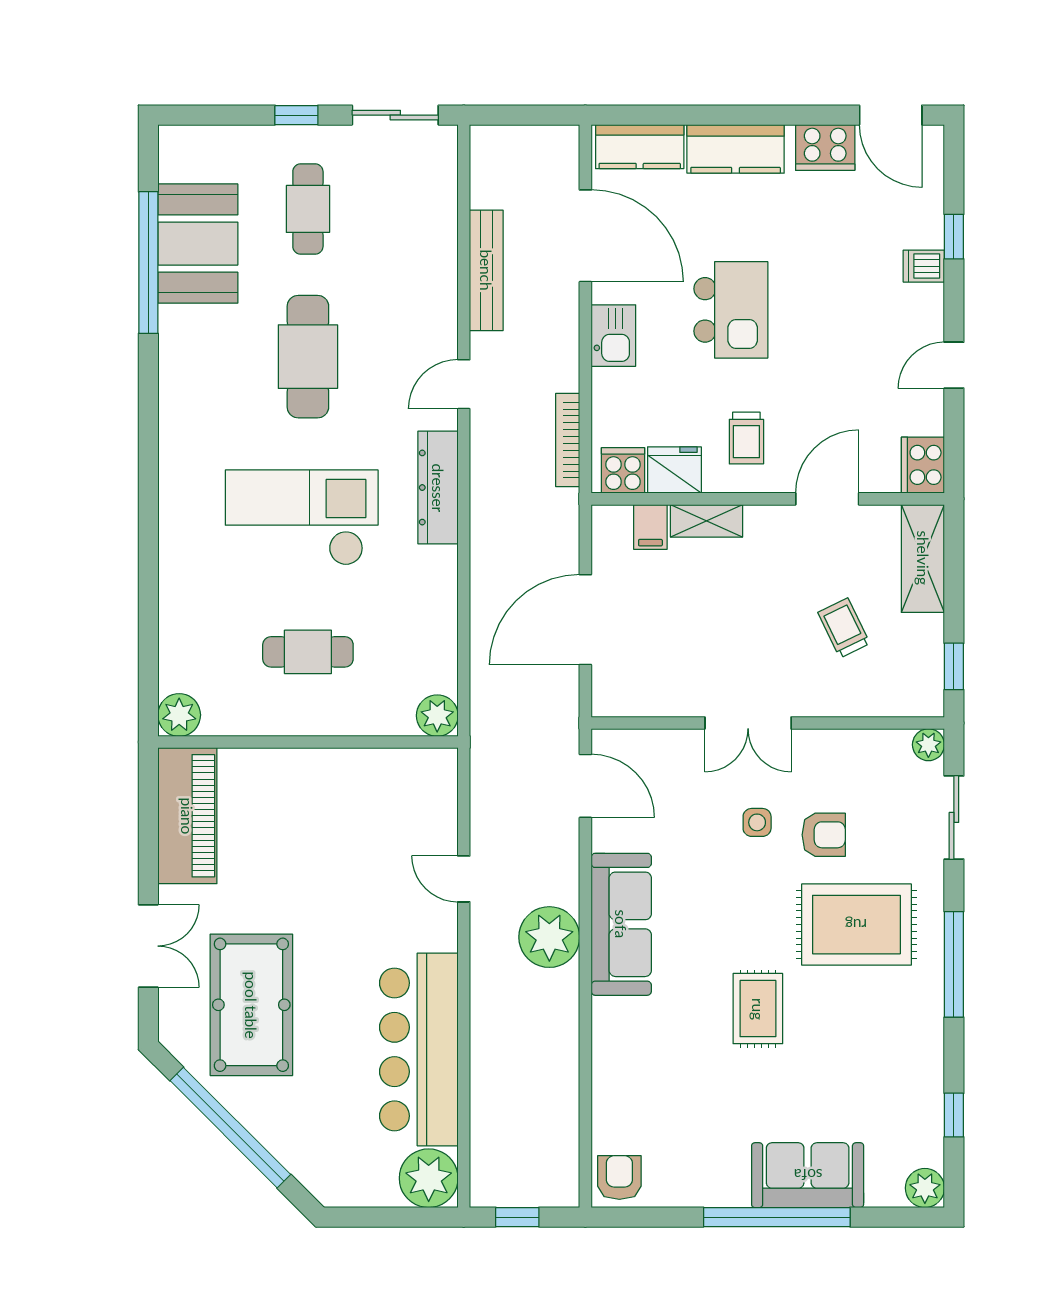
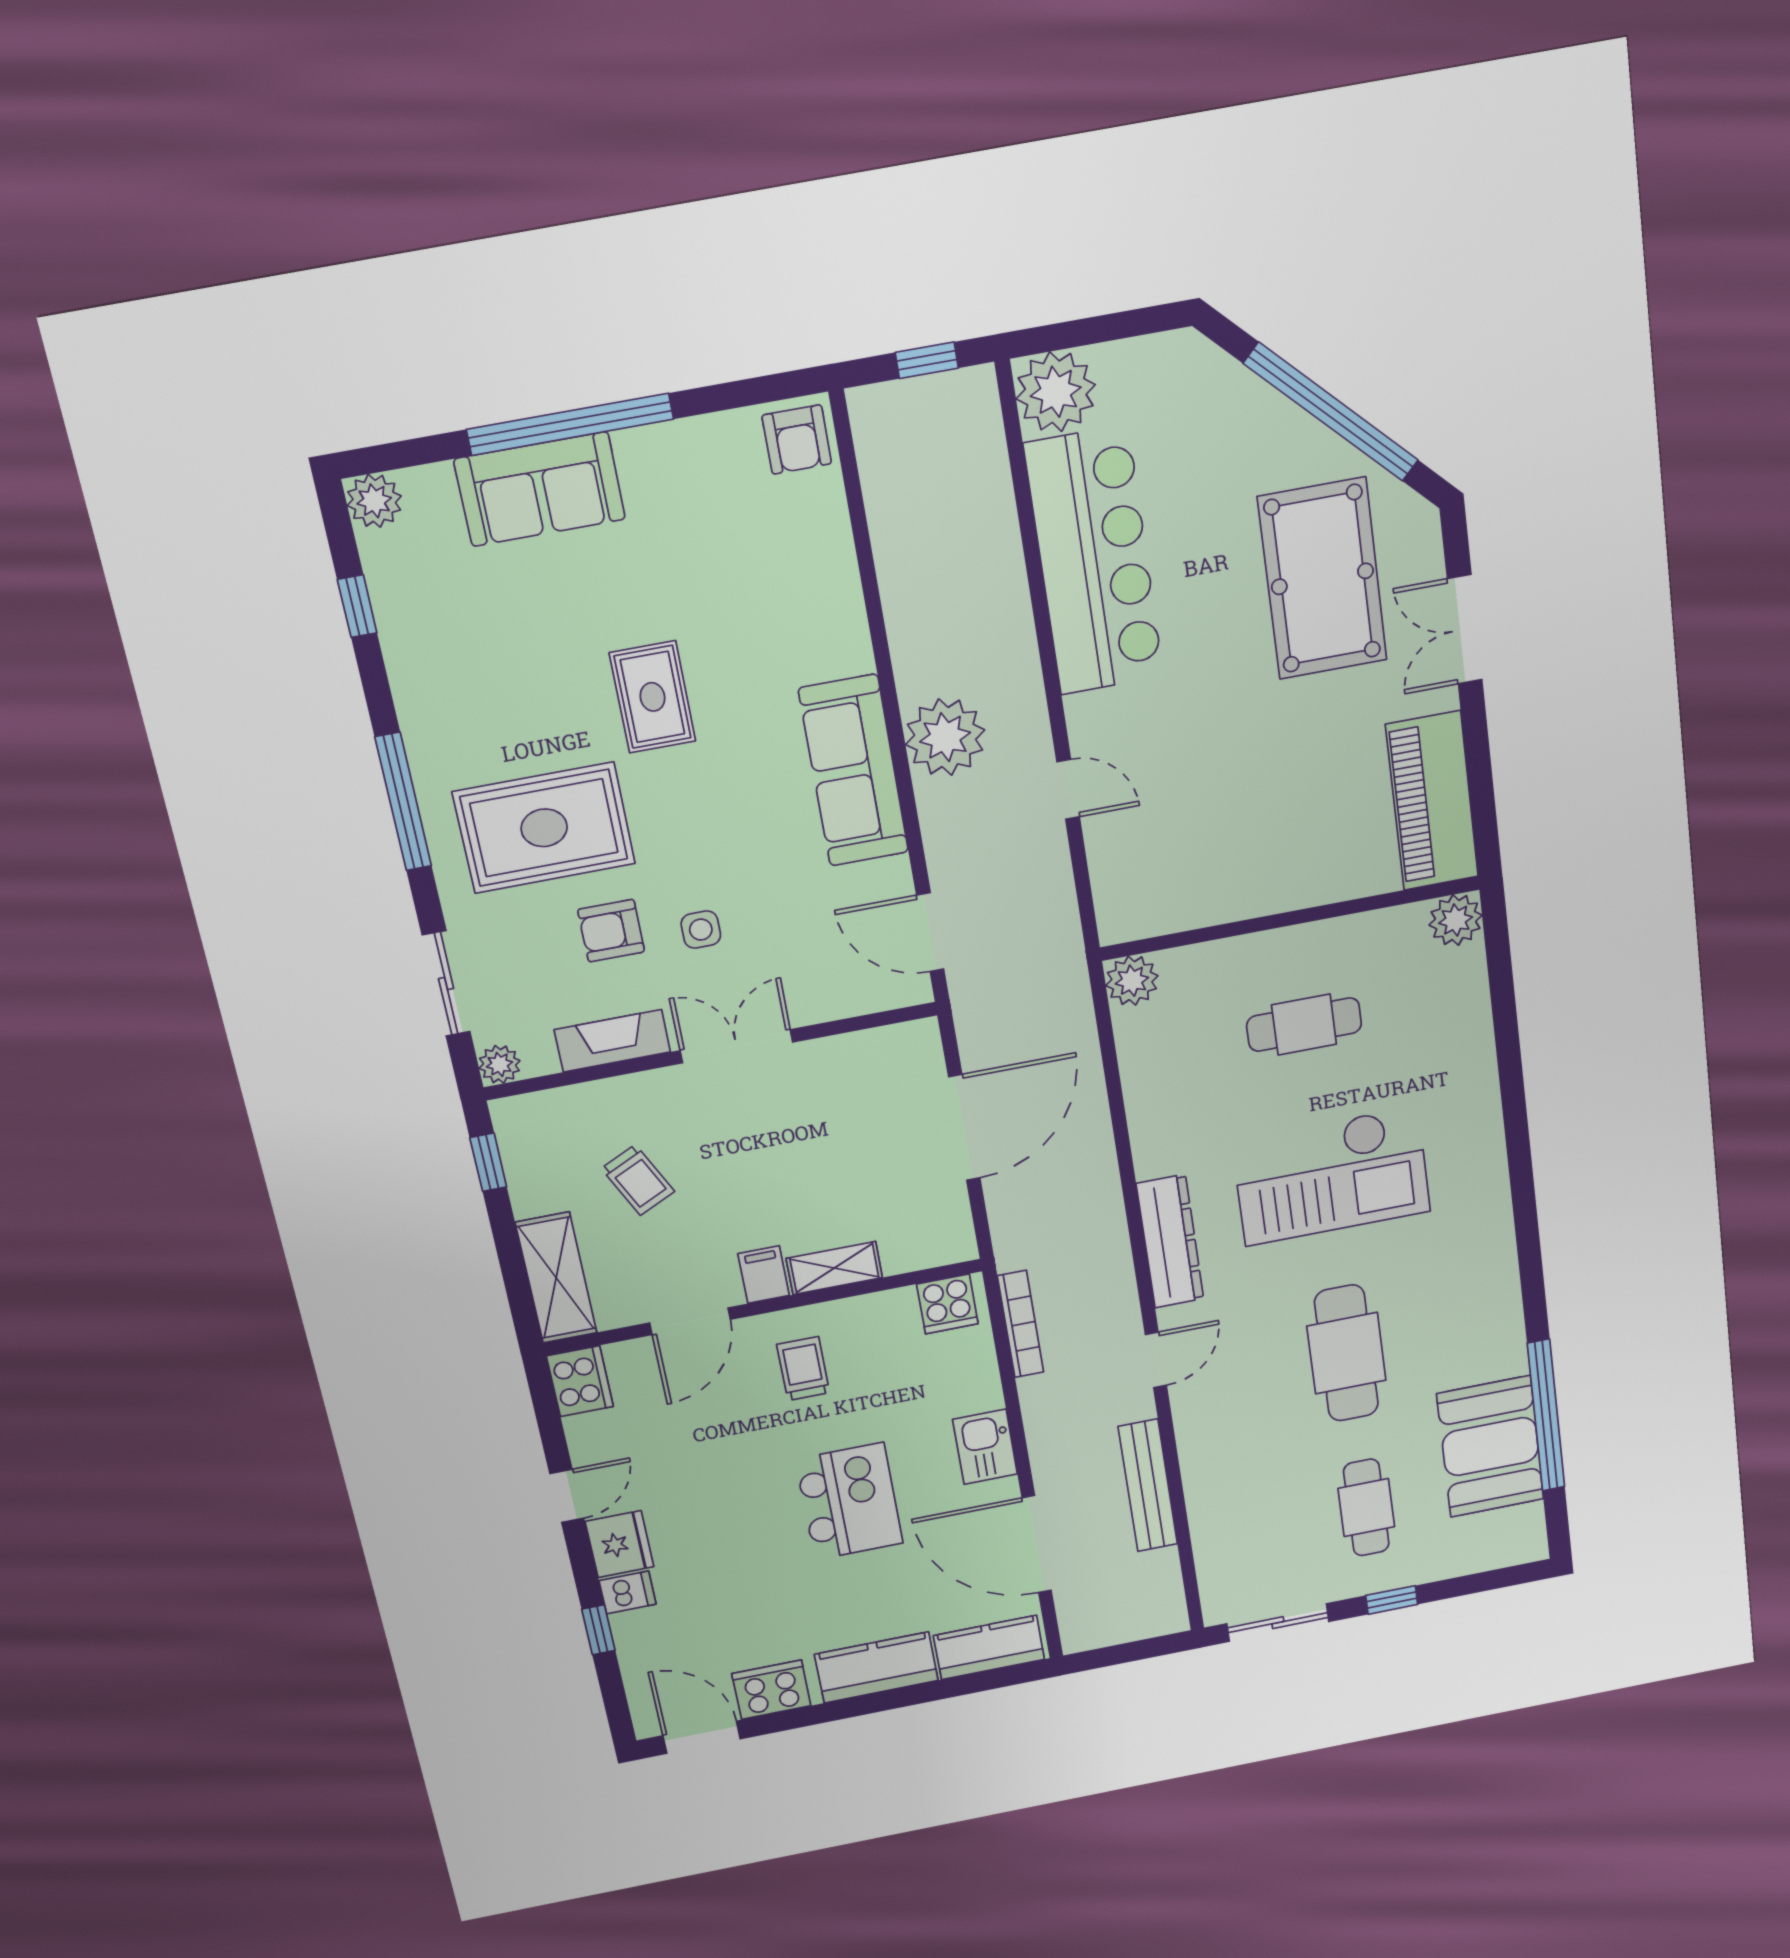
kitchen island: (731, 310) -> (849, 1501), turned 180
fridge: (674, 470) -> (620, 1544), moved, turned -90
filing cabinet: (650, 527) -> (764, 1275), moved
fireplace: (840, 747) -> (612, 1041), added

